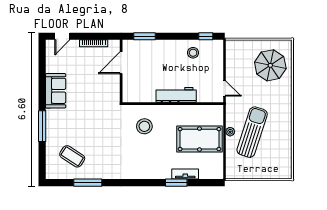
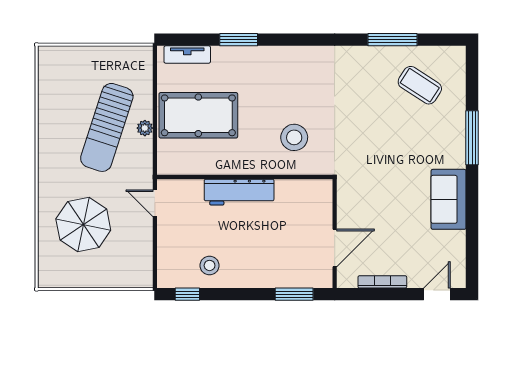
parasol: (270, 65) -> (83, 225), moved
tv unit: (185, 174) -> (187, 54), moved

